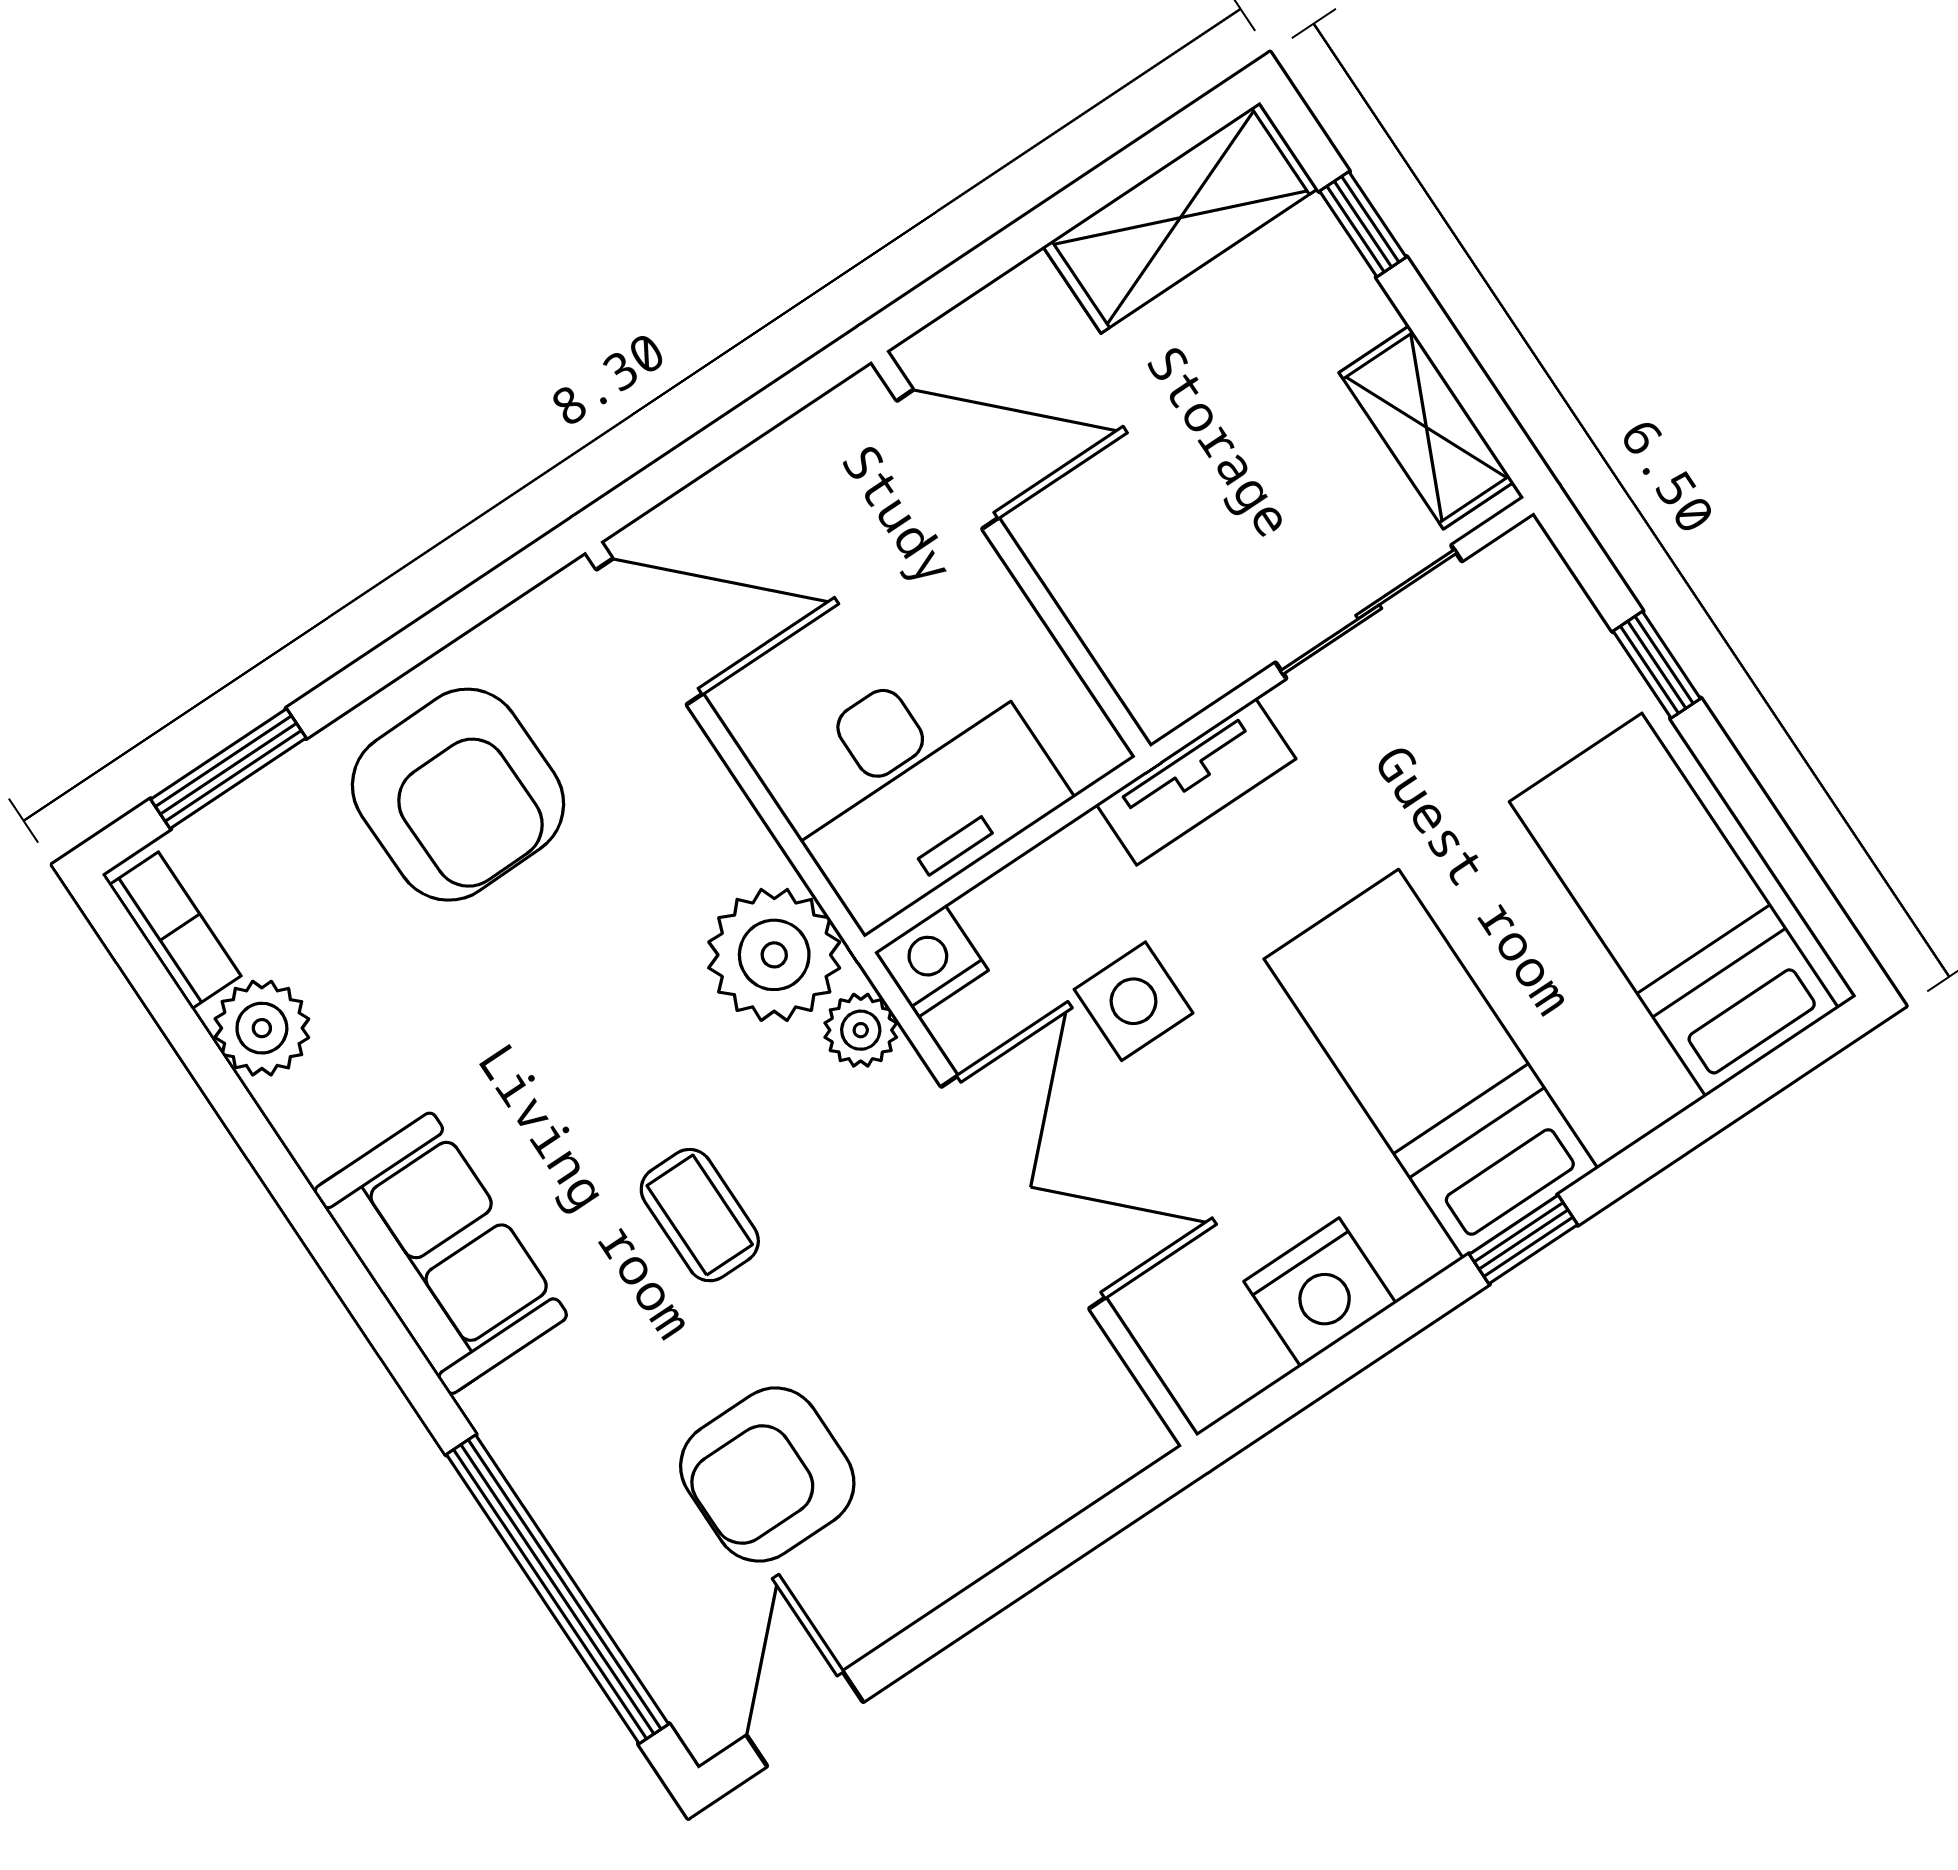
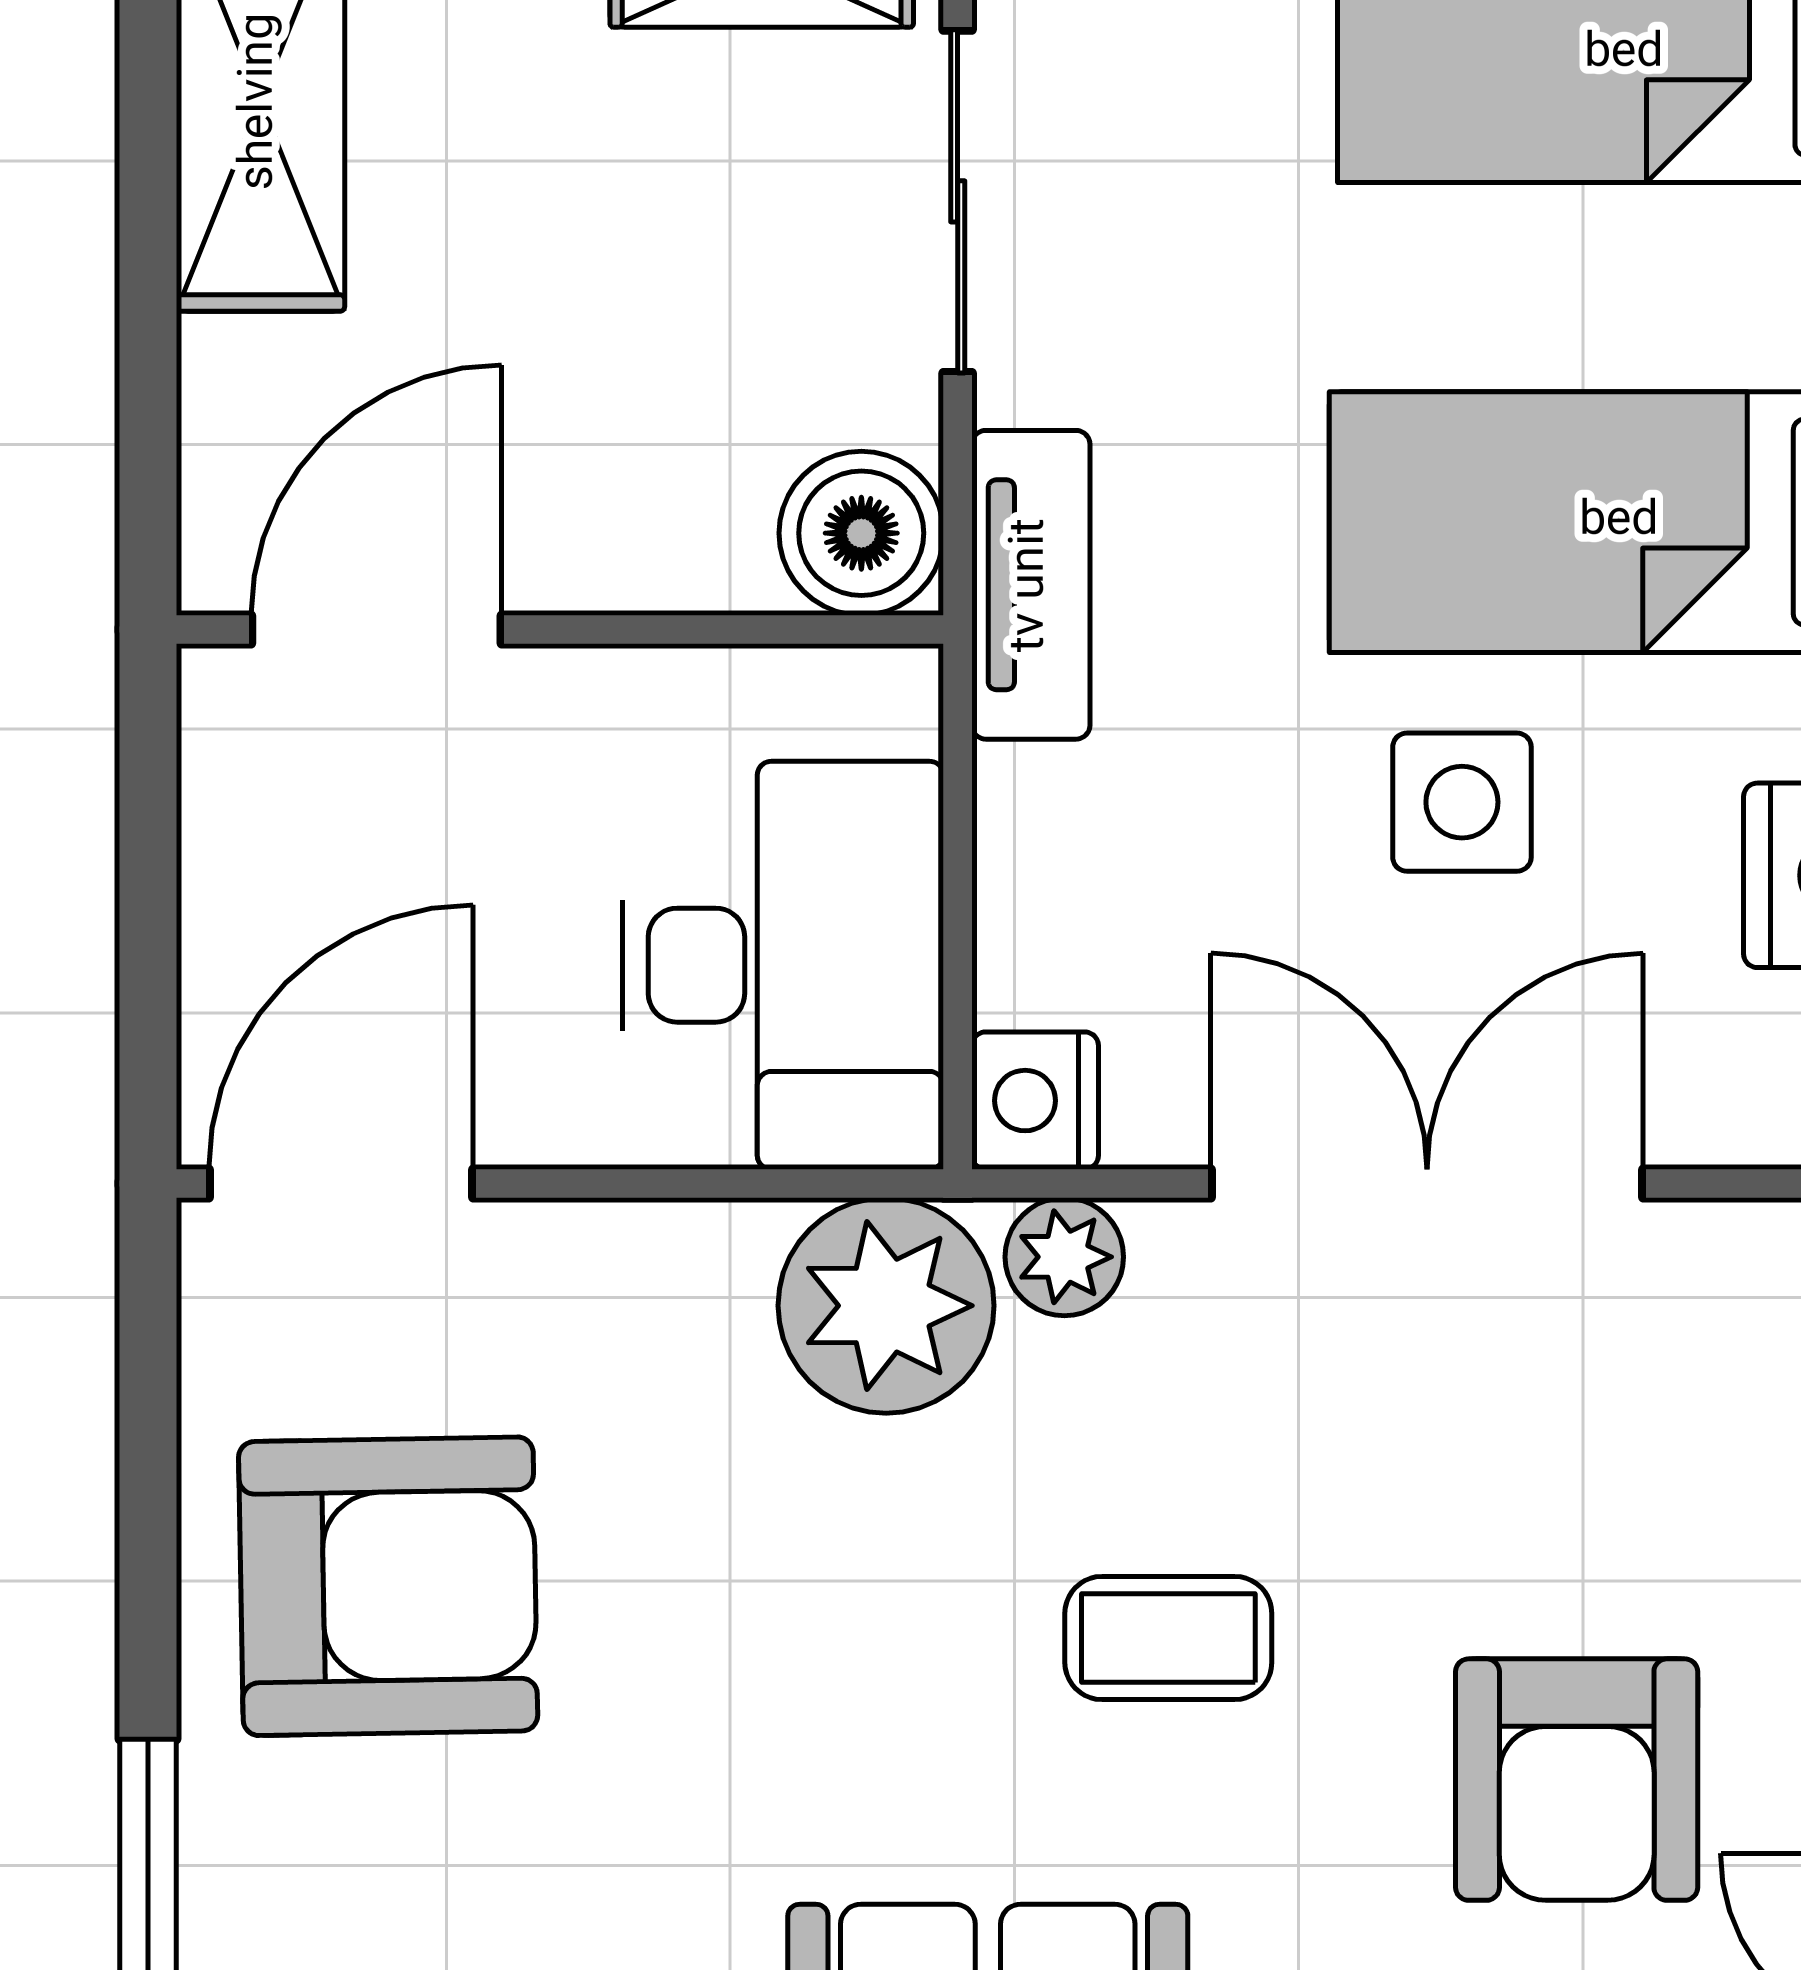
boiler: (1164, 676) -> (861, 533), added
side table: (1134, 1001) -> (1462, 802), moved

